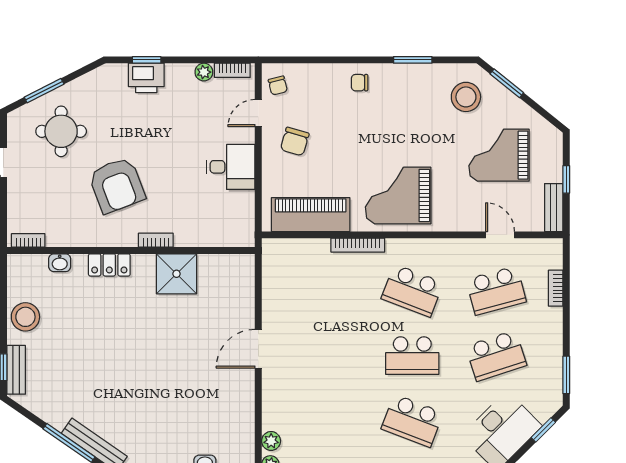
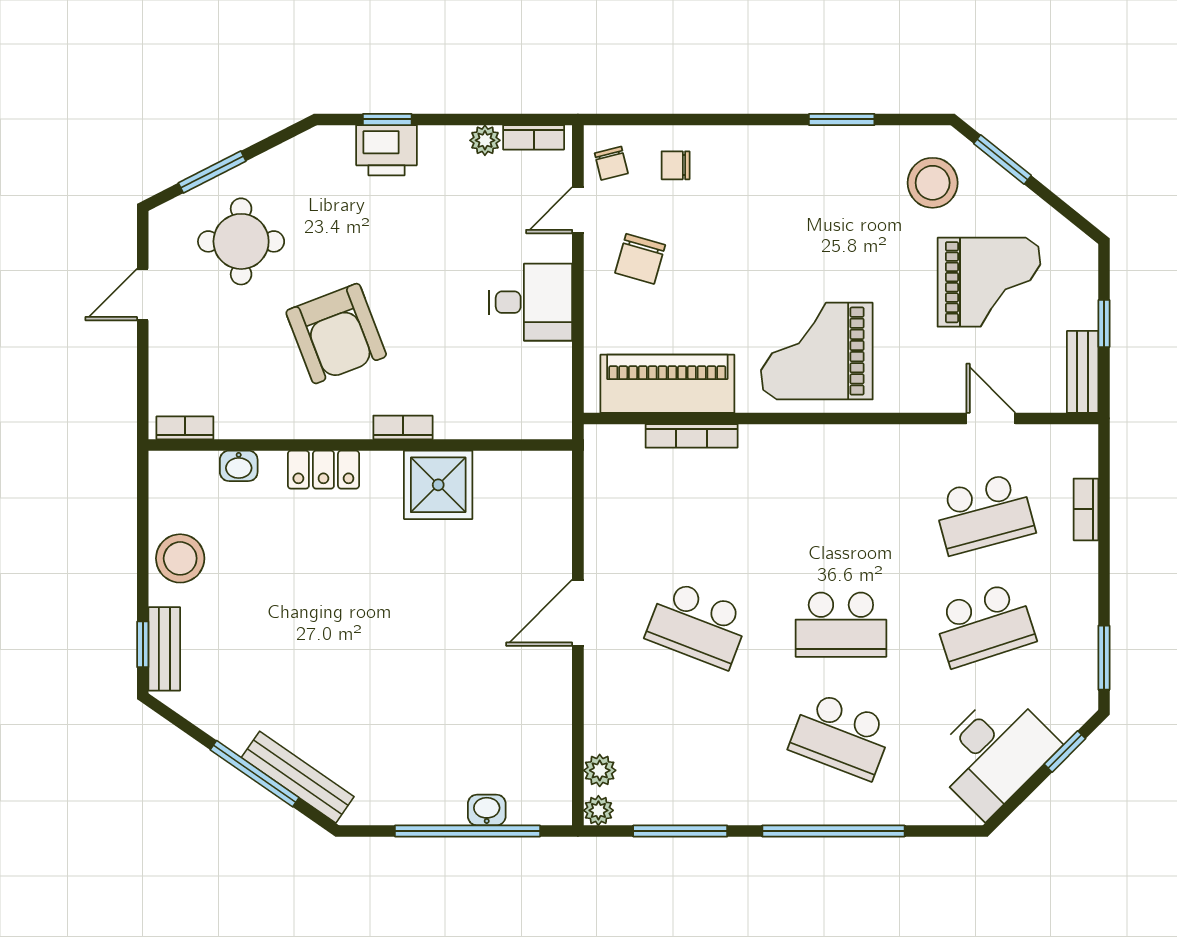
chair: (360, 83) -> (676, 165), moved
grand piano: (499, 155) -> (989, 282), turned 180
bookcase: (358, 245) -> (692, 436), moved
school desk: (412, 291) -> (698, 625), moved

